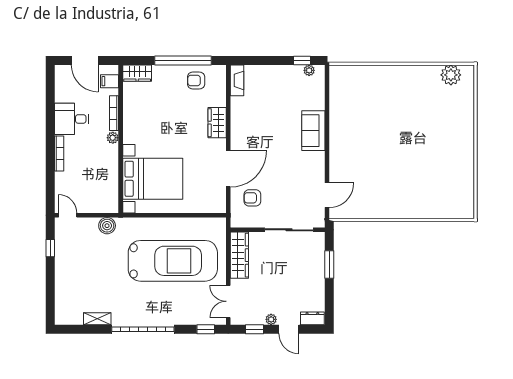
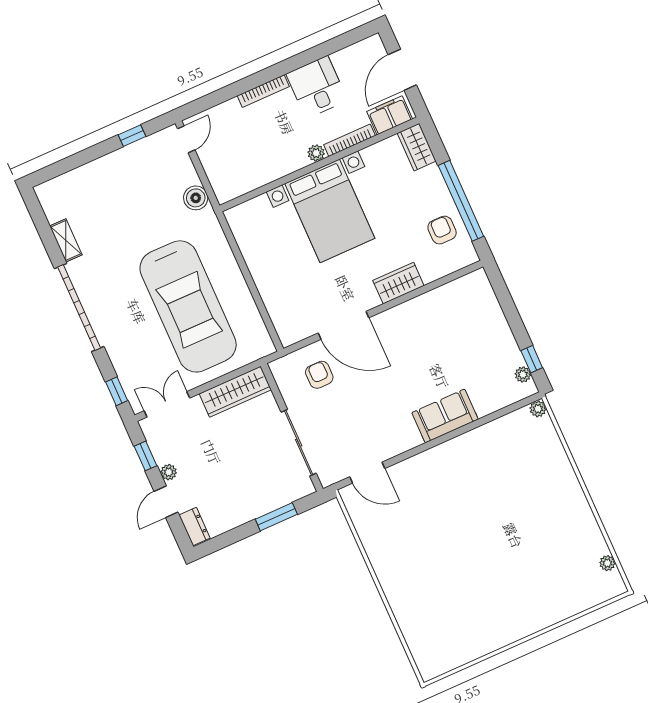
plant: (335, 70) -> (538, 409), added
plant: (451, 75) -> (607, 563), width x0.53, depth x0.53
fireplace: (237, 80) -> (467, 284), removed
filing cabinet: (110, 81) -> (390, 115), width x2.00
bed with nightstands: (153, 179) -> (330, 211), moved

